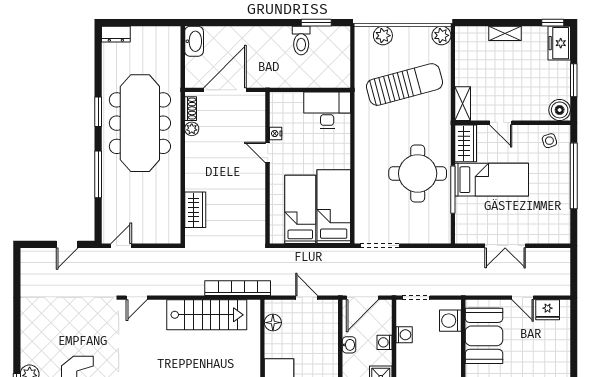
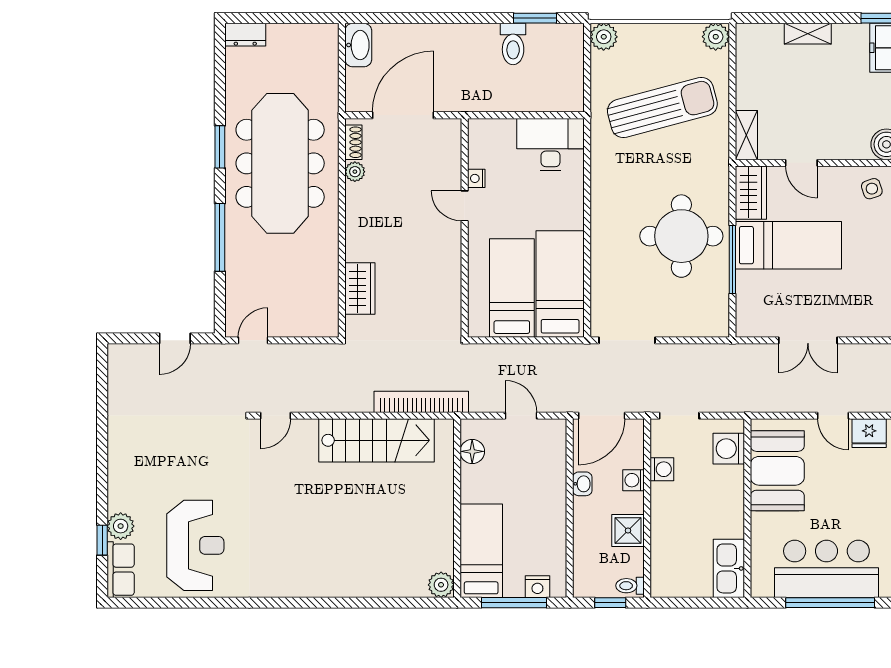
plant: (383, 36) -> (604, 37), moved

